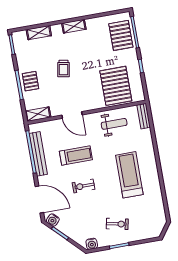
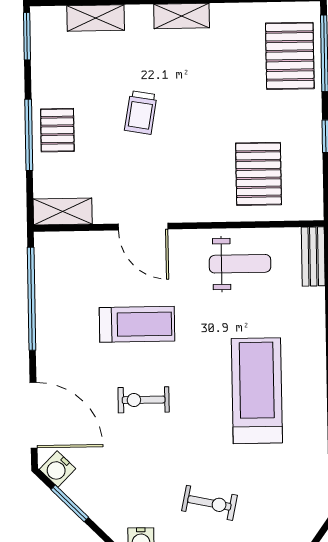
pallet: (116, 86) -> (259, 174), width x0.73, depth x0.71
bench: (38, 154) -> (48, 306), removed

